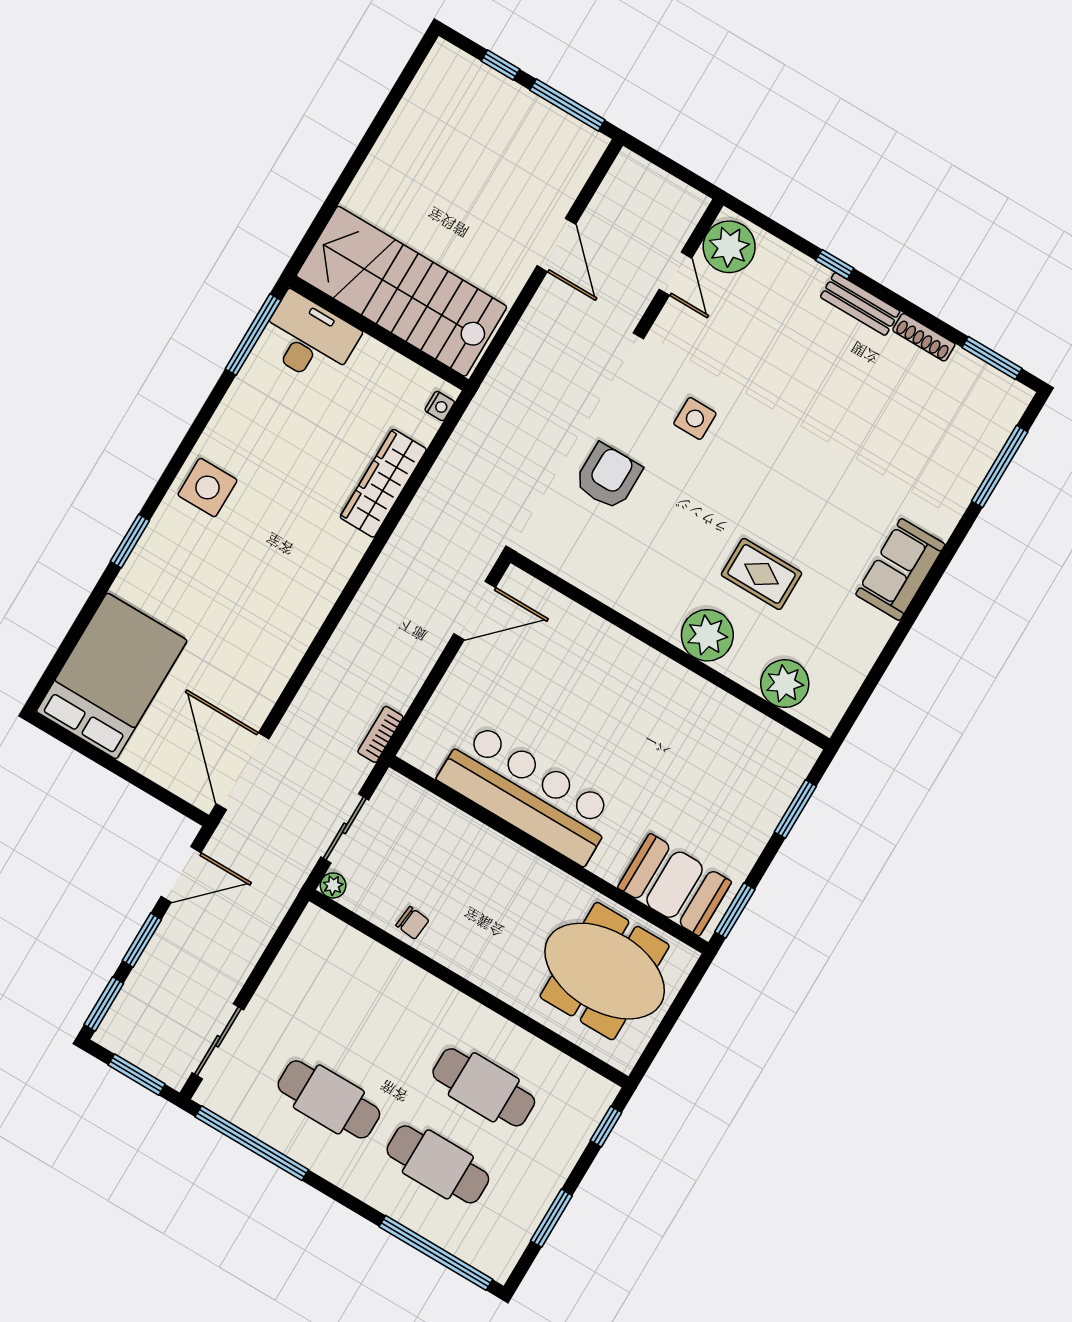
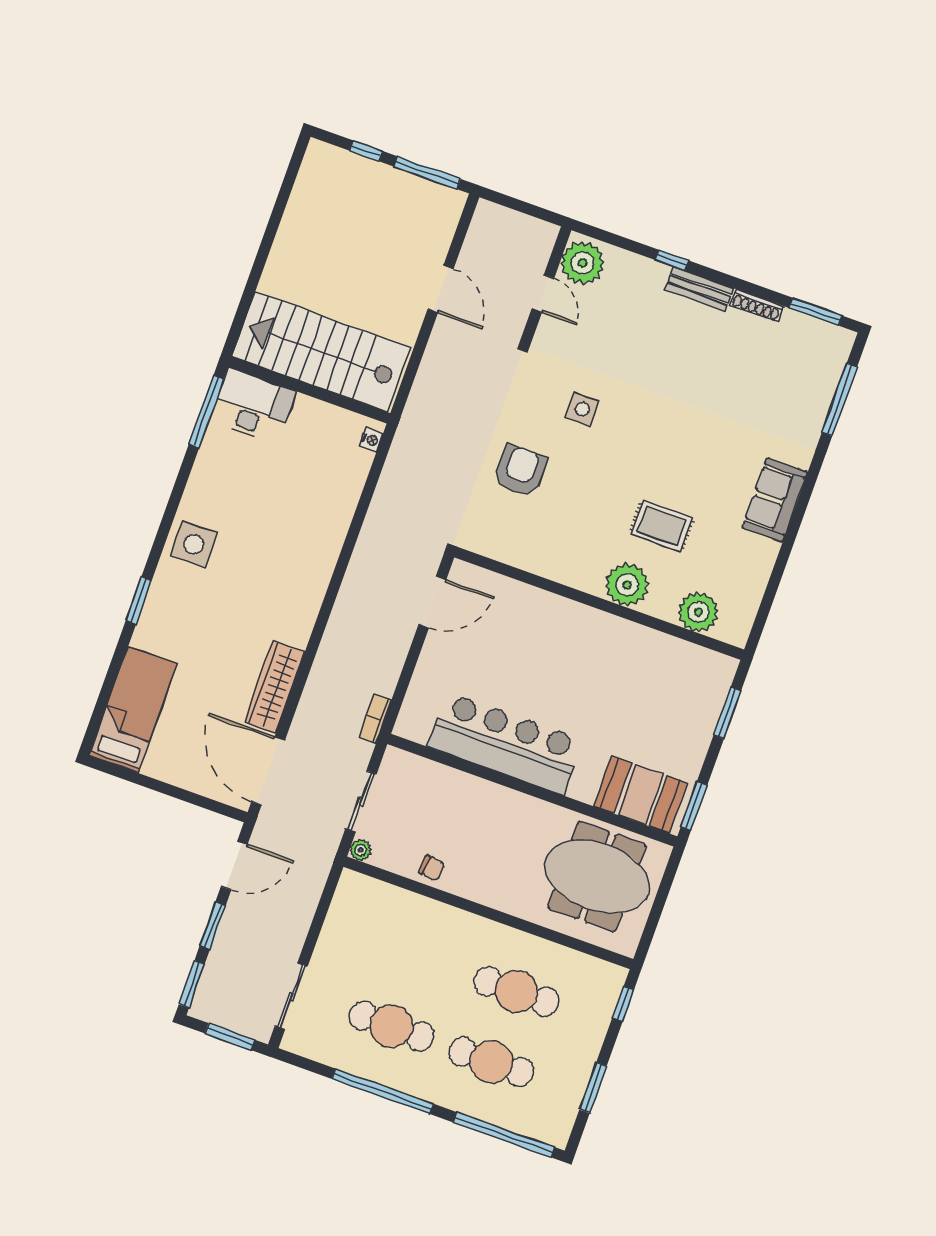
wardrobe: (383, 483) -> (275, 687), moved
bed: (112, 676) -> (133, 710), width x0.67
window: (252, 1143) -> (383, 1091), moved

